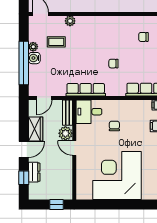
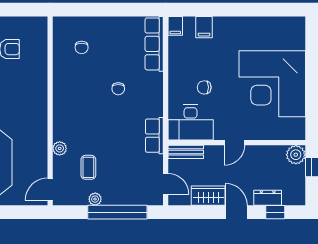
water cooler: (34, 58) -> (111, 198), removed
row of seats: (86, 90) -> (154, 136), width x0.68
desk: (89, 112) -> (191, 122), width x1.37
plant: (65, 133) -> (296, 155), moved

